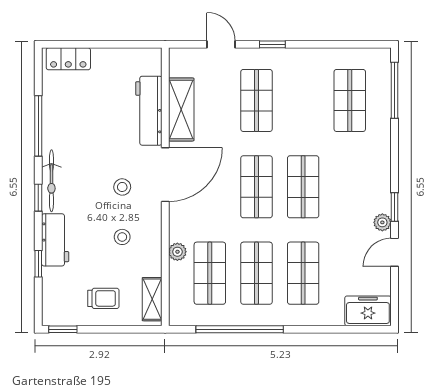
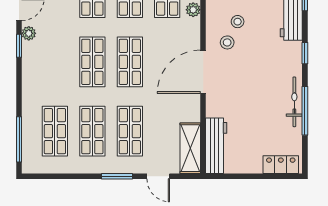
window: (272, 44) -> (117, 176), width x1.50
shop shelf: (303, 100) -> (92, 131), added
shelving: (181, 109) -> (190, 148), moved
workbench: (149, 111) -> (216, 146), moved
bicycle: (51, 181) -> (294, 102), moved
stool: (122, 187) -> (227, 42), moved

